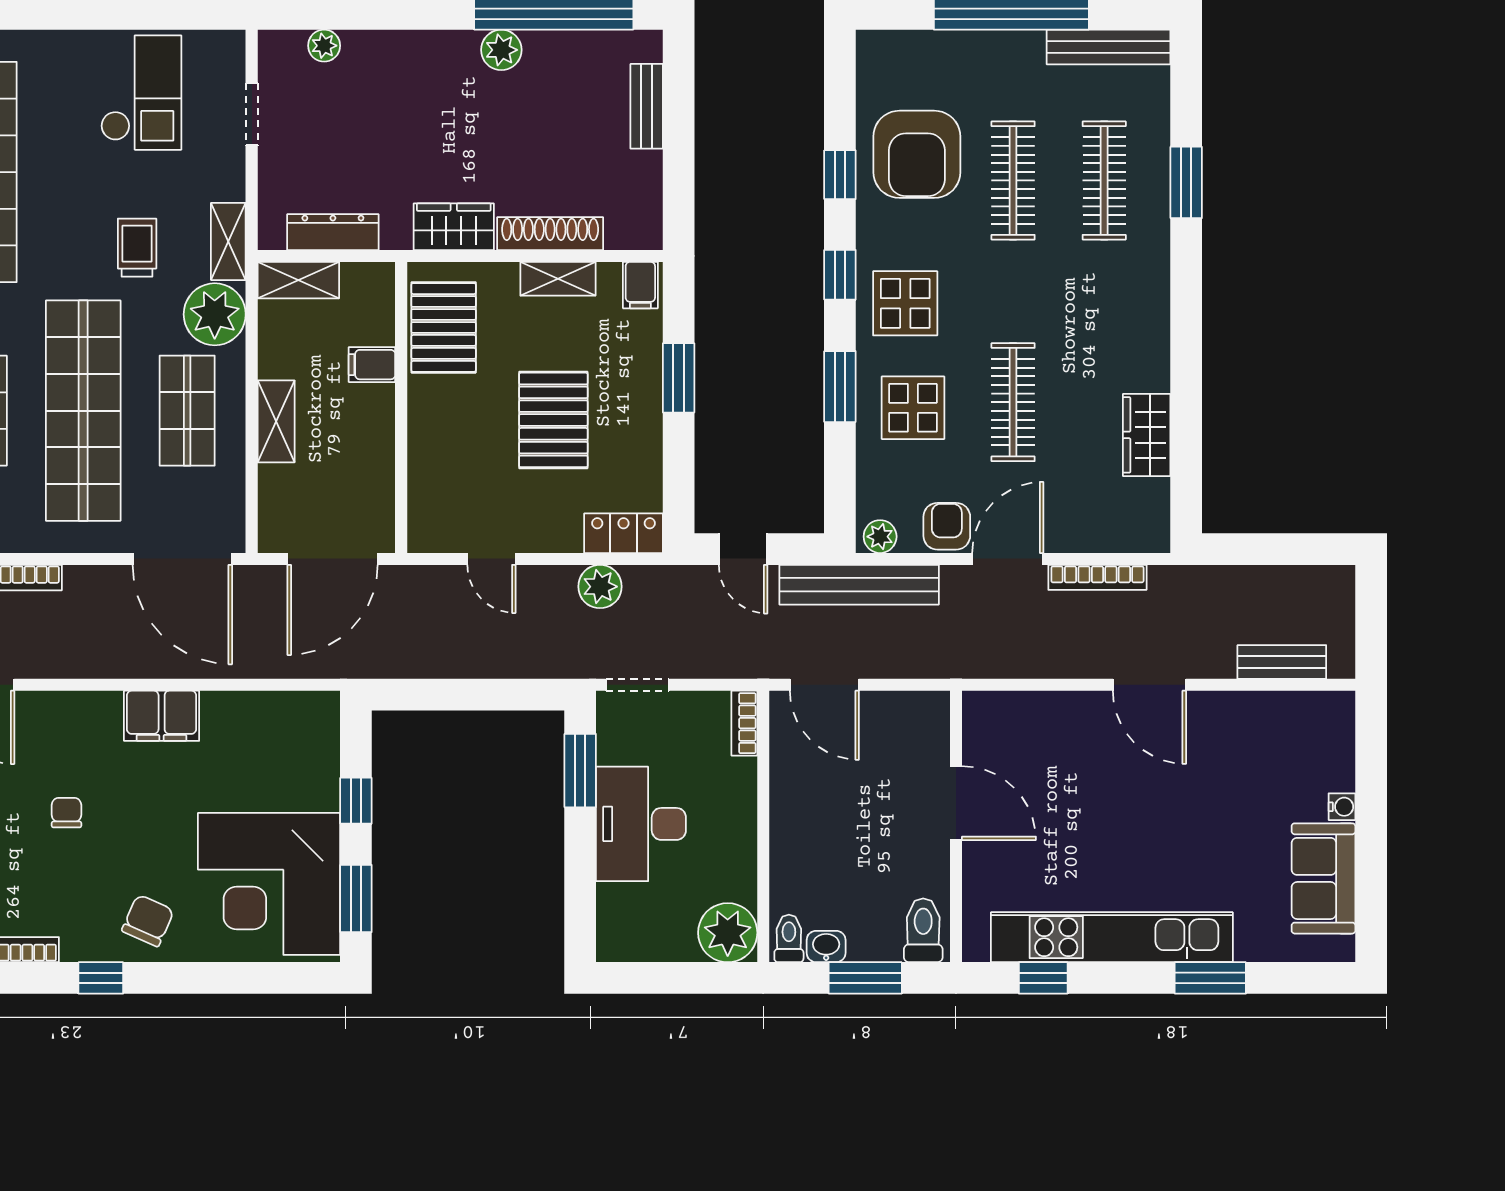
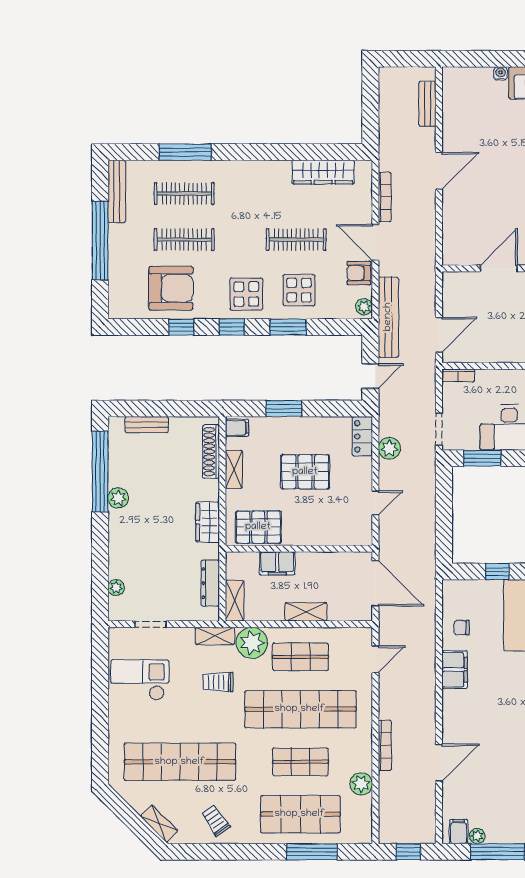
window: (1186, 182) -> (185, 152), width x1.44
shoe rack: (550, 234) -> (211, 452), moved
filing cabinet: (372, 365) -> (277, 563), width x2.00
wardrobe: (1147, 435) -> (323, 172), width x1.50
door: (182, 559) -> (375, 659), width x0.53
chair: (66, 813) -> (462, 628), moved

